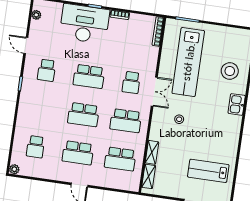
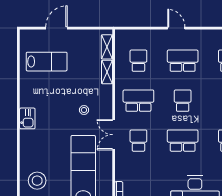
stool: (230, 71) -> (37, 181), moved
kitchen sink: (237, 104) -> (27, 118), moved
school desk: (83, 115) -> (183, 101), width x0.54
school desk: (120, 159) -> (138, 61), width x0.54

